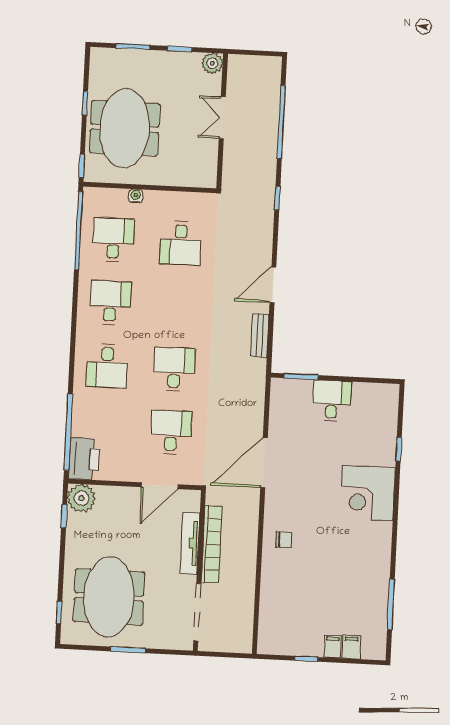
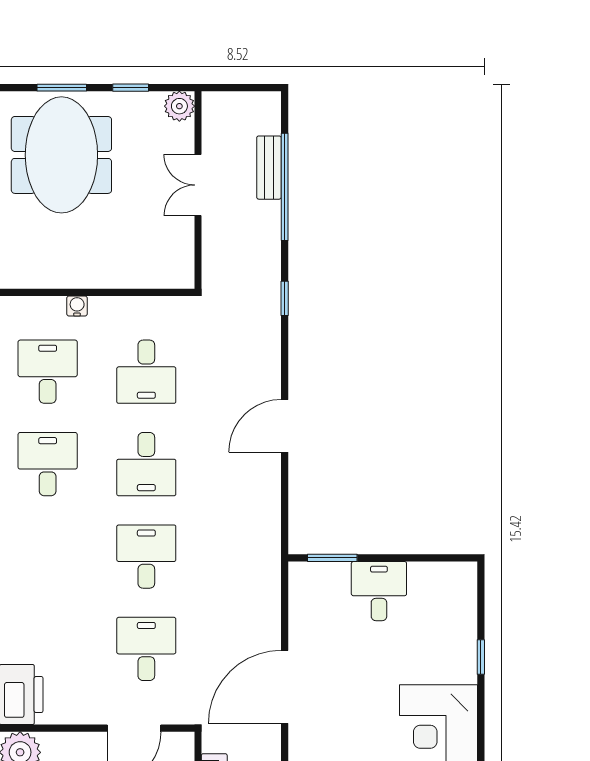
meeting table: (125, 128) -> (61, 155), moved
bench: (260, 335) -> (269, 168), moved
desk: (107, 366) -> (146, 464), moved

